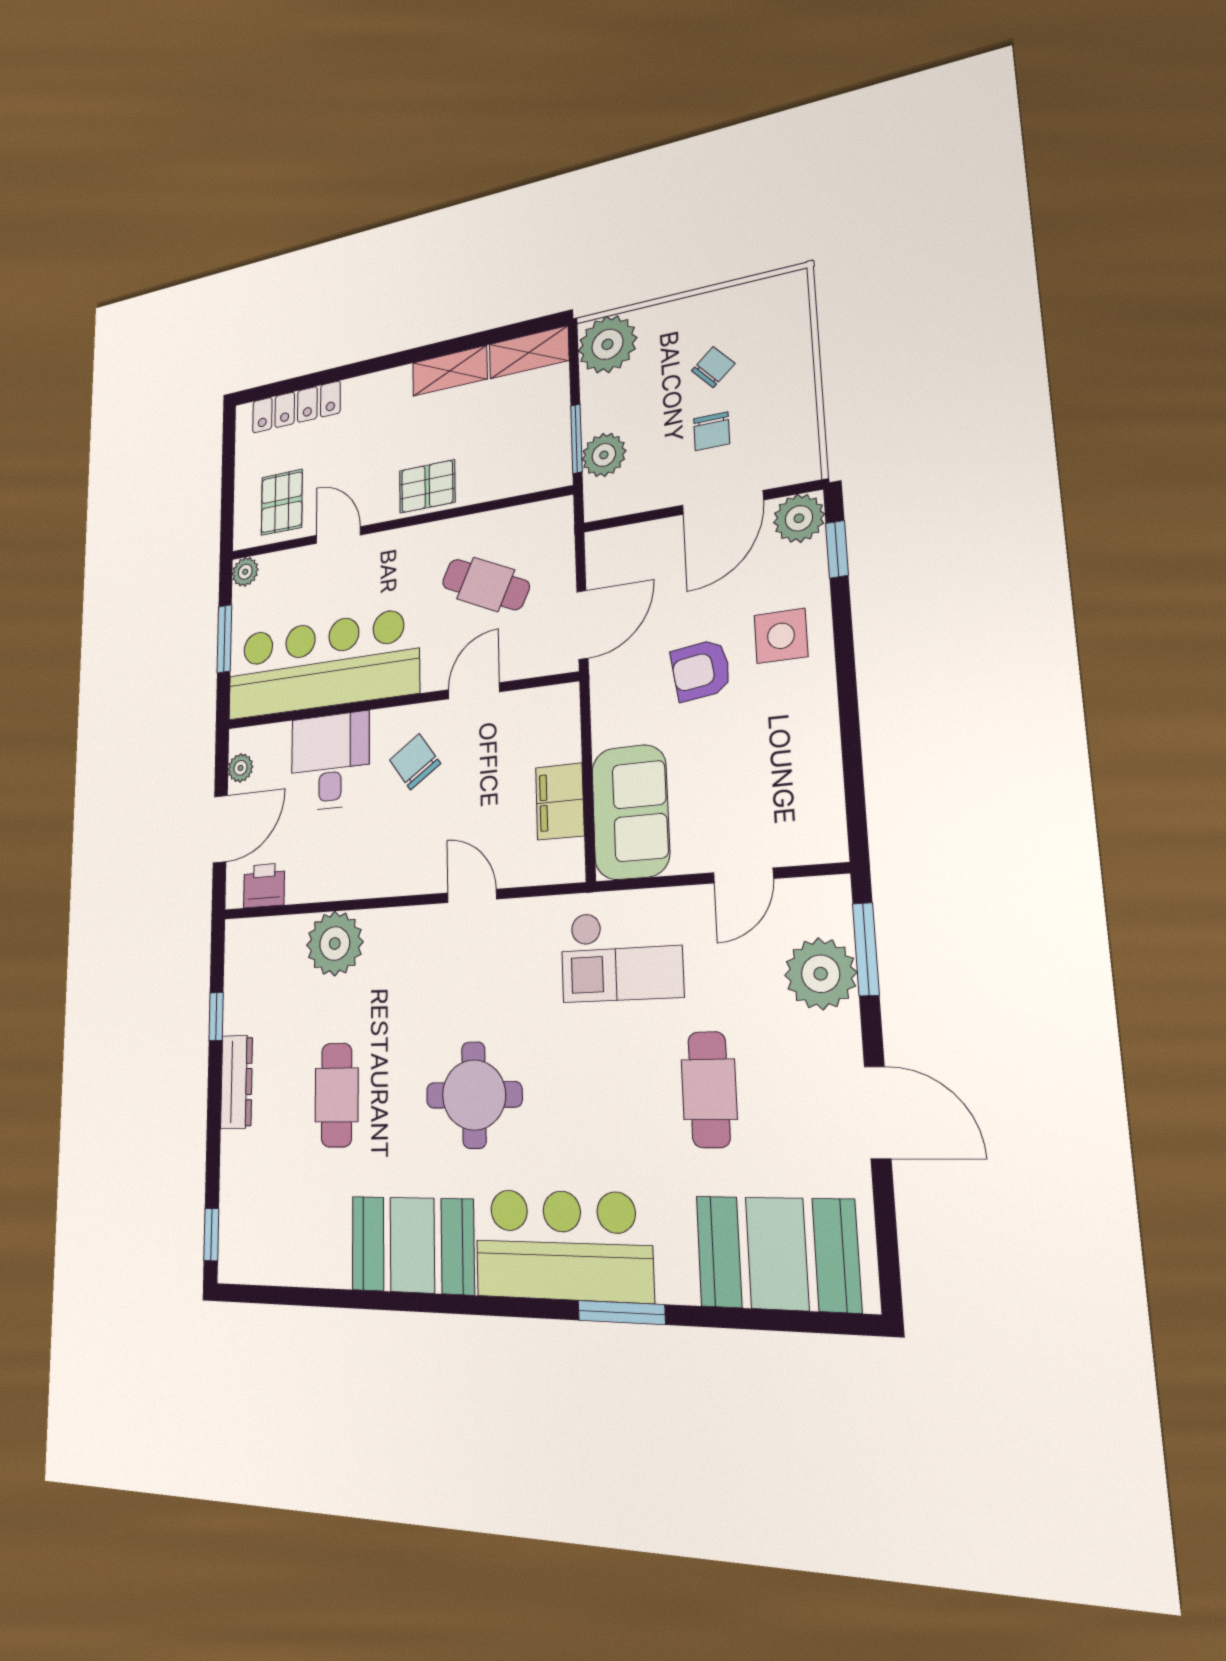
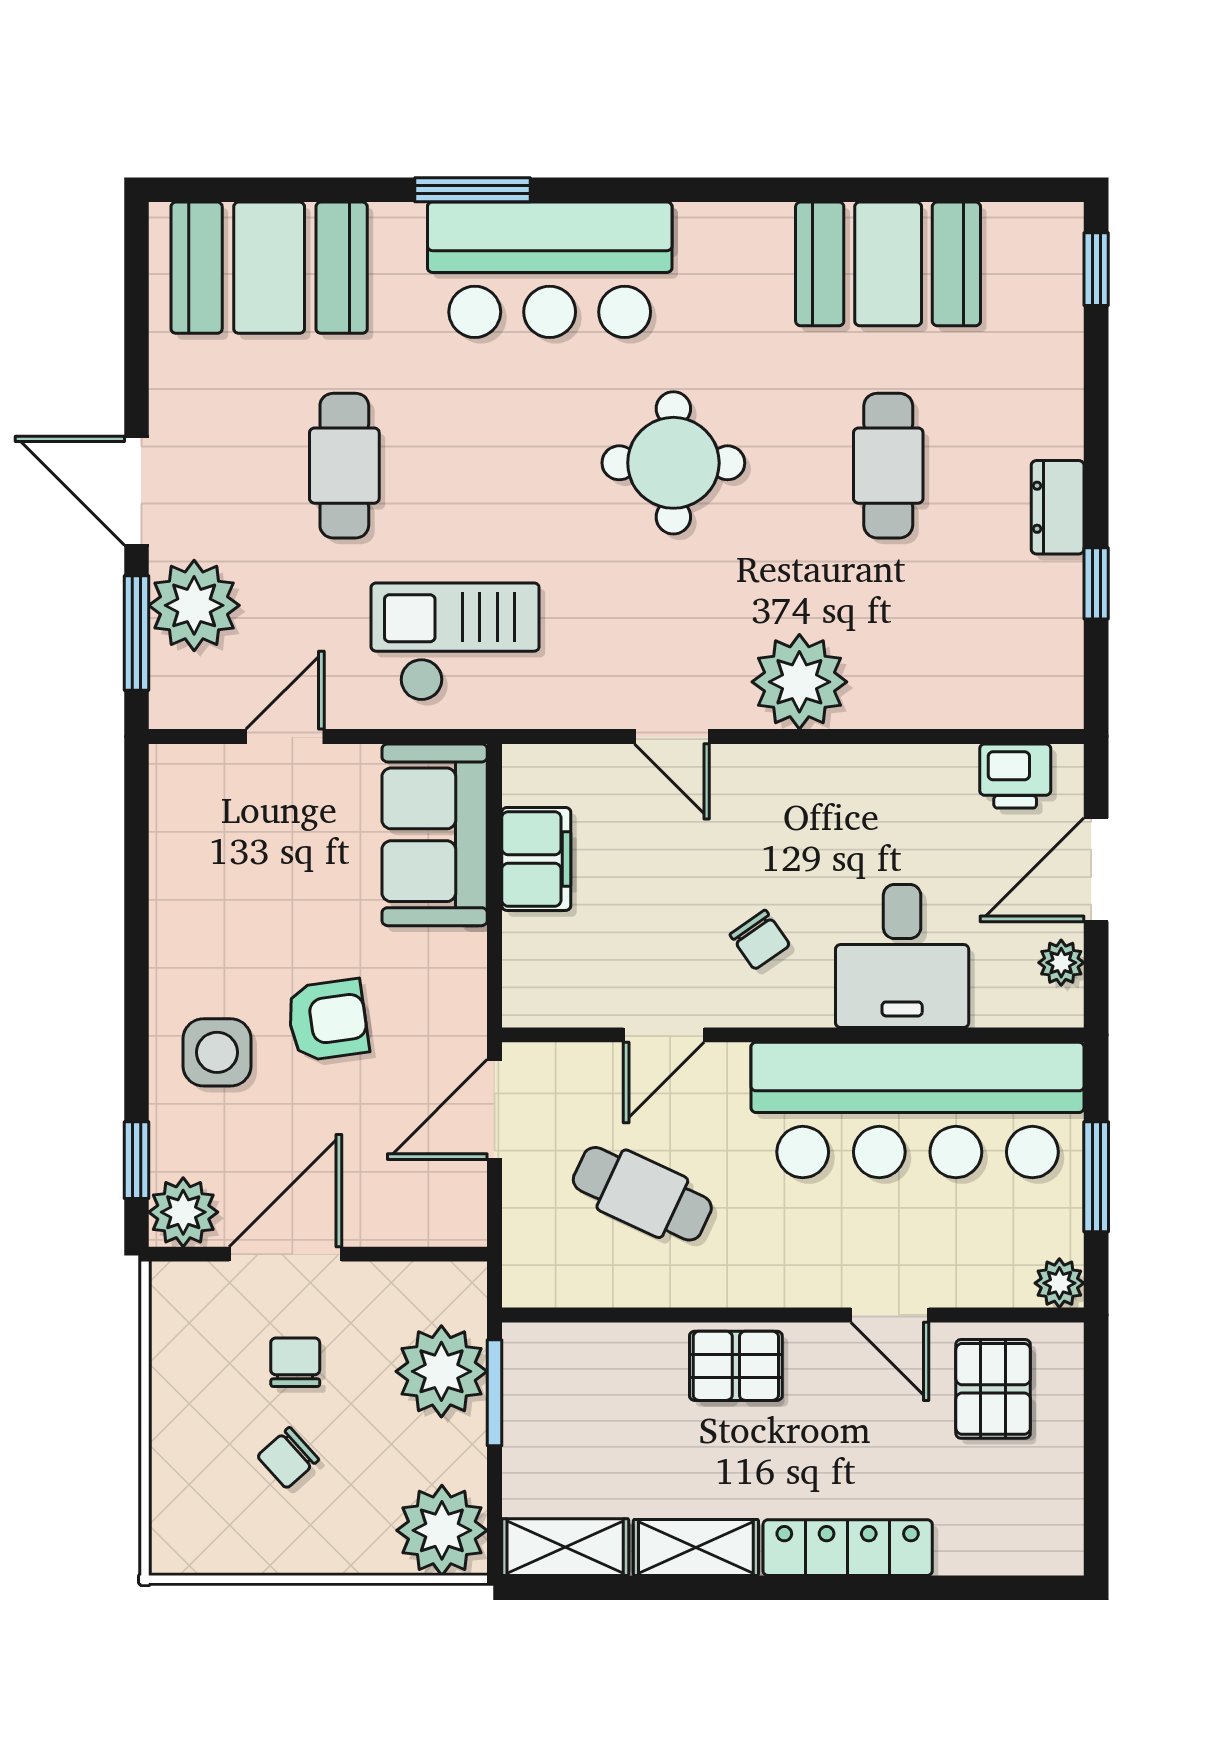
locker: (296, 407) -> (848, 1548), moved
plant: (604, 455) -> (441, 1371), width x1.36, depth x1.36
chair: (415, 762) -> (760, 940), width x0.73, depth x0.73
plant: (335, 944) -> (799, 682), moved
dresser: (237, 1082) -> (1058, 507), width x0.70
door: (878, 1112) -> (137, 491), moved
booth: (412, 1245) -> (888, 264), moved

